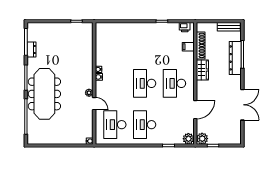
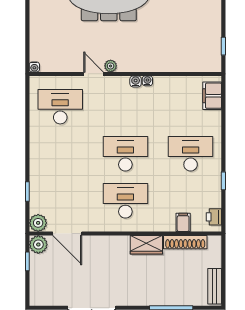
filing cabinet: (108, 28) -> (212, 96), added
dresser: (235, 58) -> (166, 297), removed
door: (94, 104) -> (94, 74), swing flipped
door: (195, 110) -> (67, 234), moved
desk: (145, 125) -> (191, 154), moved

